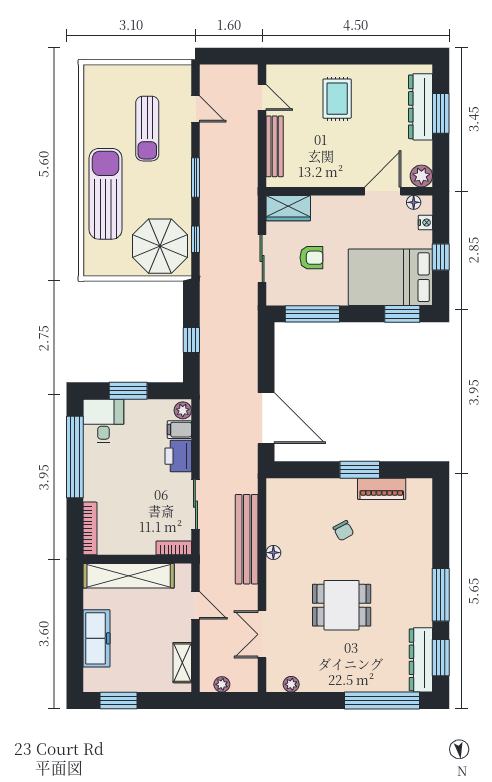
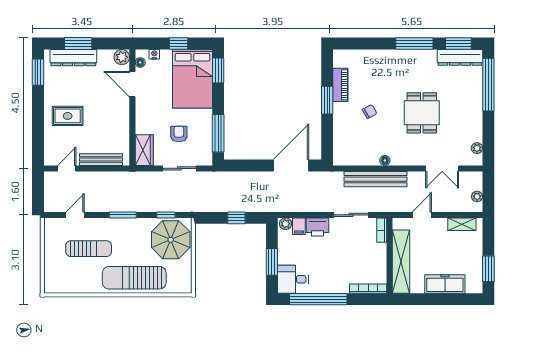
window: (400, 56) -> (38, 72), added

